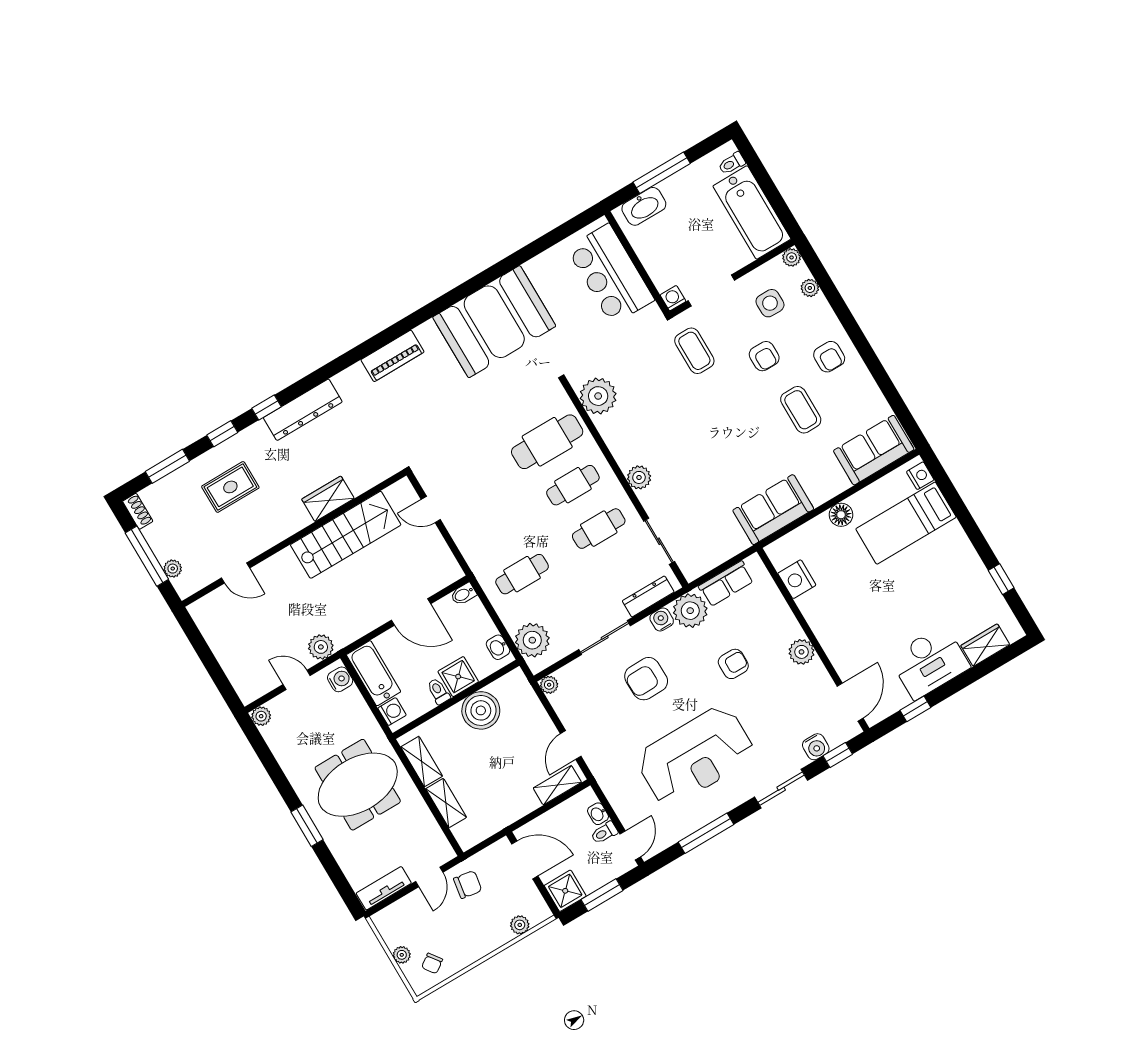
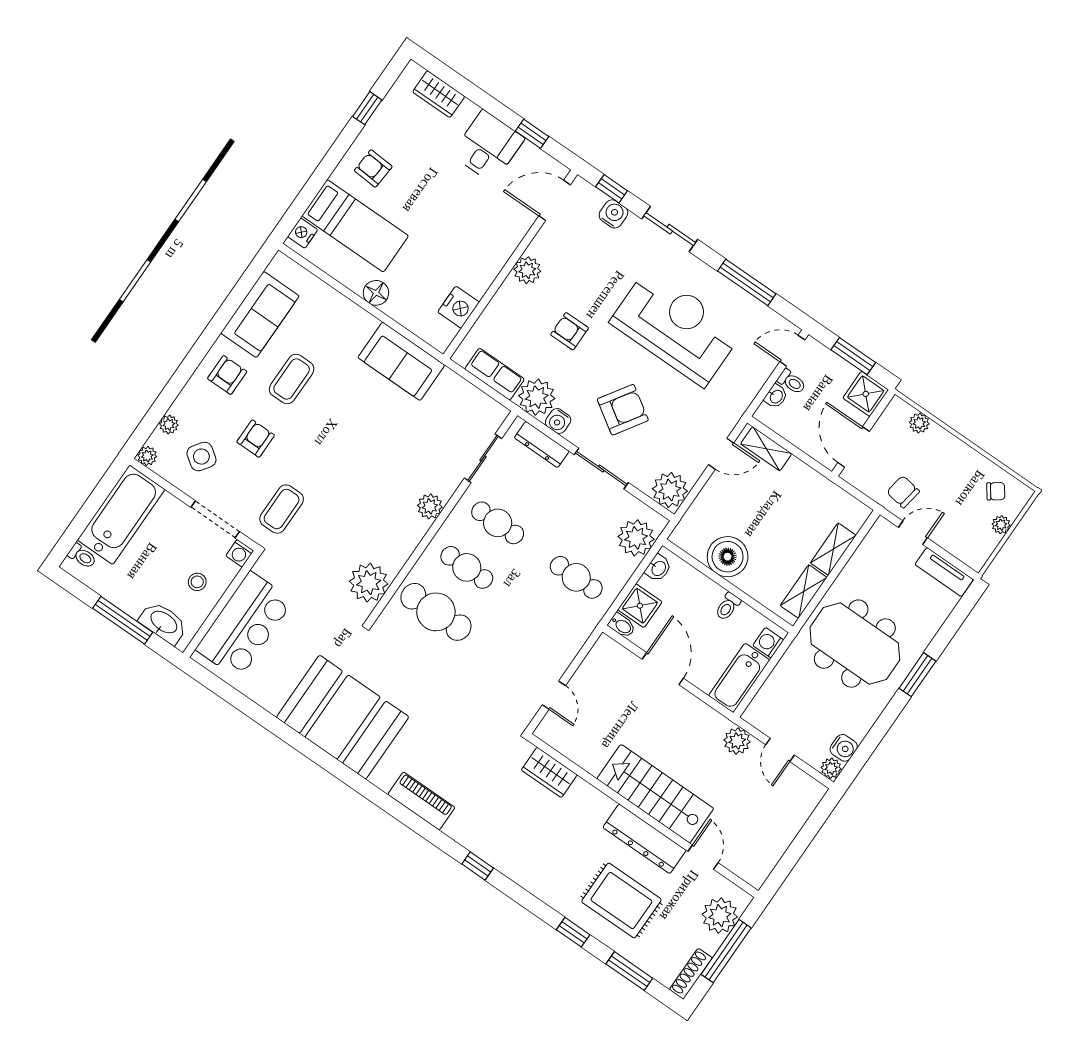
stool: (665, 251) -> (197, 582), added
side table: (770, 303) -> (201, 457), turned 35
window: (266, 407) -> (478, 866), moved
dresser: (303, 410) -> (645, 839), moved, turned 180
sofa: (874, 450) -> (260, 314), moved, turned -90
rug: (230, 487) -> (621, 901), width x1.36, depth x1.43
wardrobe: (328, 499) -> (549, 772), moved
shoe rack: (138, 511) -> (691, 974), width x1.43
stairs: (346, 535) -> (655, 794), moved
armchair: (948, 561) -> (373, 169), added
plant: (173, 569) -> (720, 916), width x1.87, depth x1.87
desk: (929, 662) -> (488, 146), width x0.73
shower: (458, 677) -> (640, 606), moved
water cooler: (340, 679) -> (844, 748), moved, turned 180
armchair: (646, 679) -> (623, 410), turned -56
plant: (549, 685) -> (670, 490), width x1.88, depth x1.88

